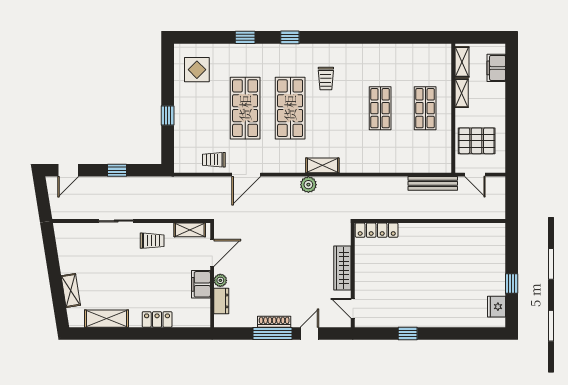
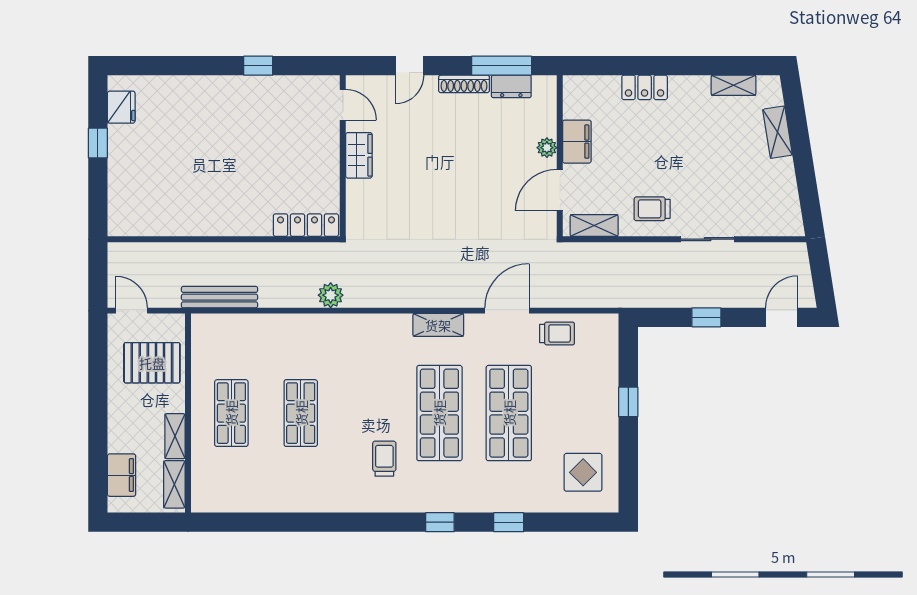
shelving: (322, 165) -> (438, 325), moved
door: (475, 175) -> (132, 311), moved
plant: (308, 185) -> (331, 295), moved
wardrobe: (342, 268) -> (359, 155), width x0.67
dresser: (221, 301) -> (511, 86), moved, turned -90
shelving: (107, 319) -> (734, 85), width x0.67, depth x0.75
window: (272, 334) -> (502, 66), moved

